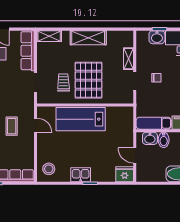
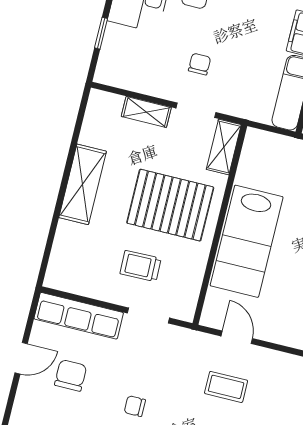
shelving: (49, 36) -> (224, 147), moved
washbasin: (157, 37) -> (116, 42), removed
trolley: (63, 83) -> (140, 266), moved
door: (36, 125) -> (237, 337), hinge flipped

